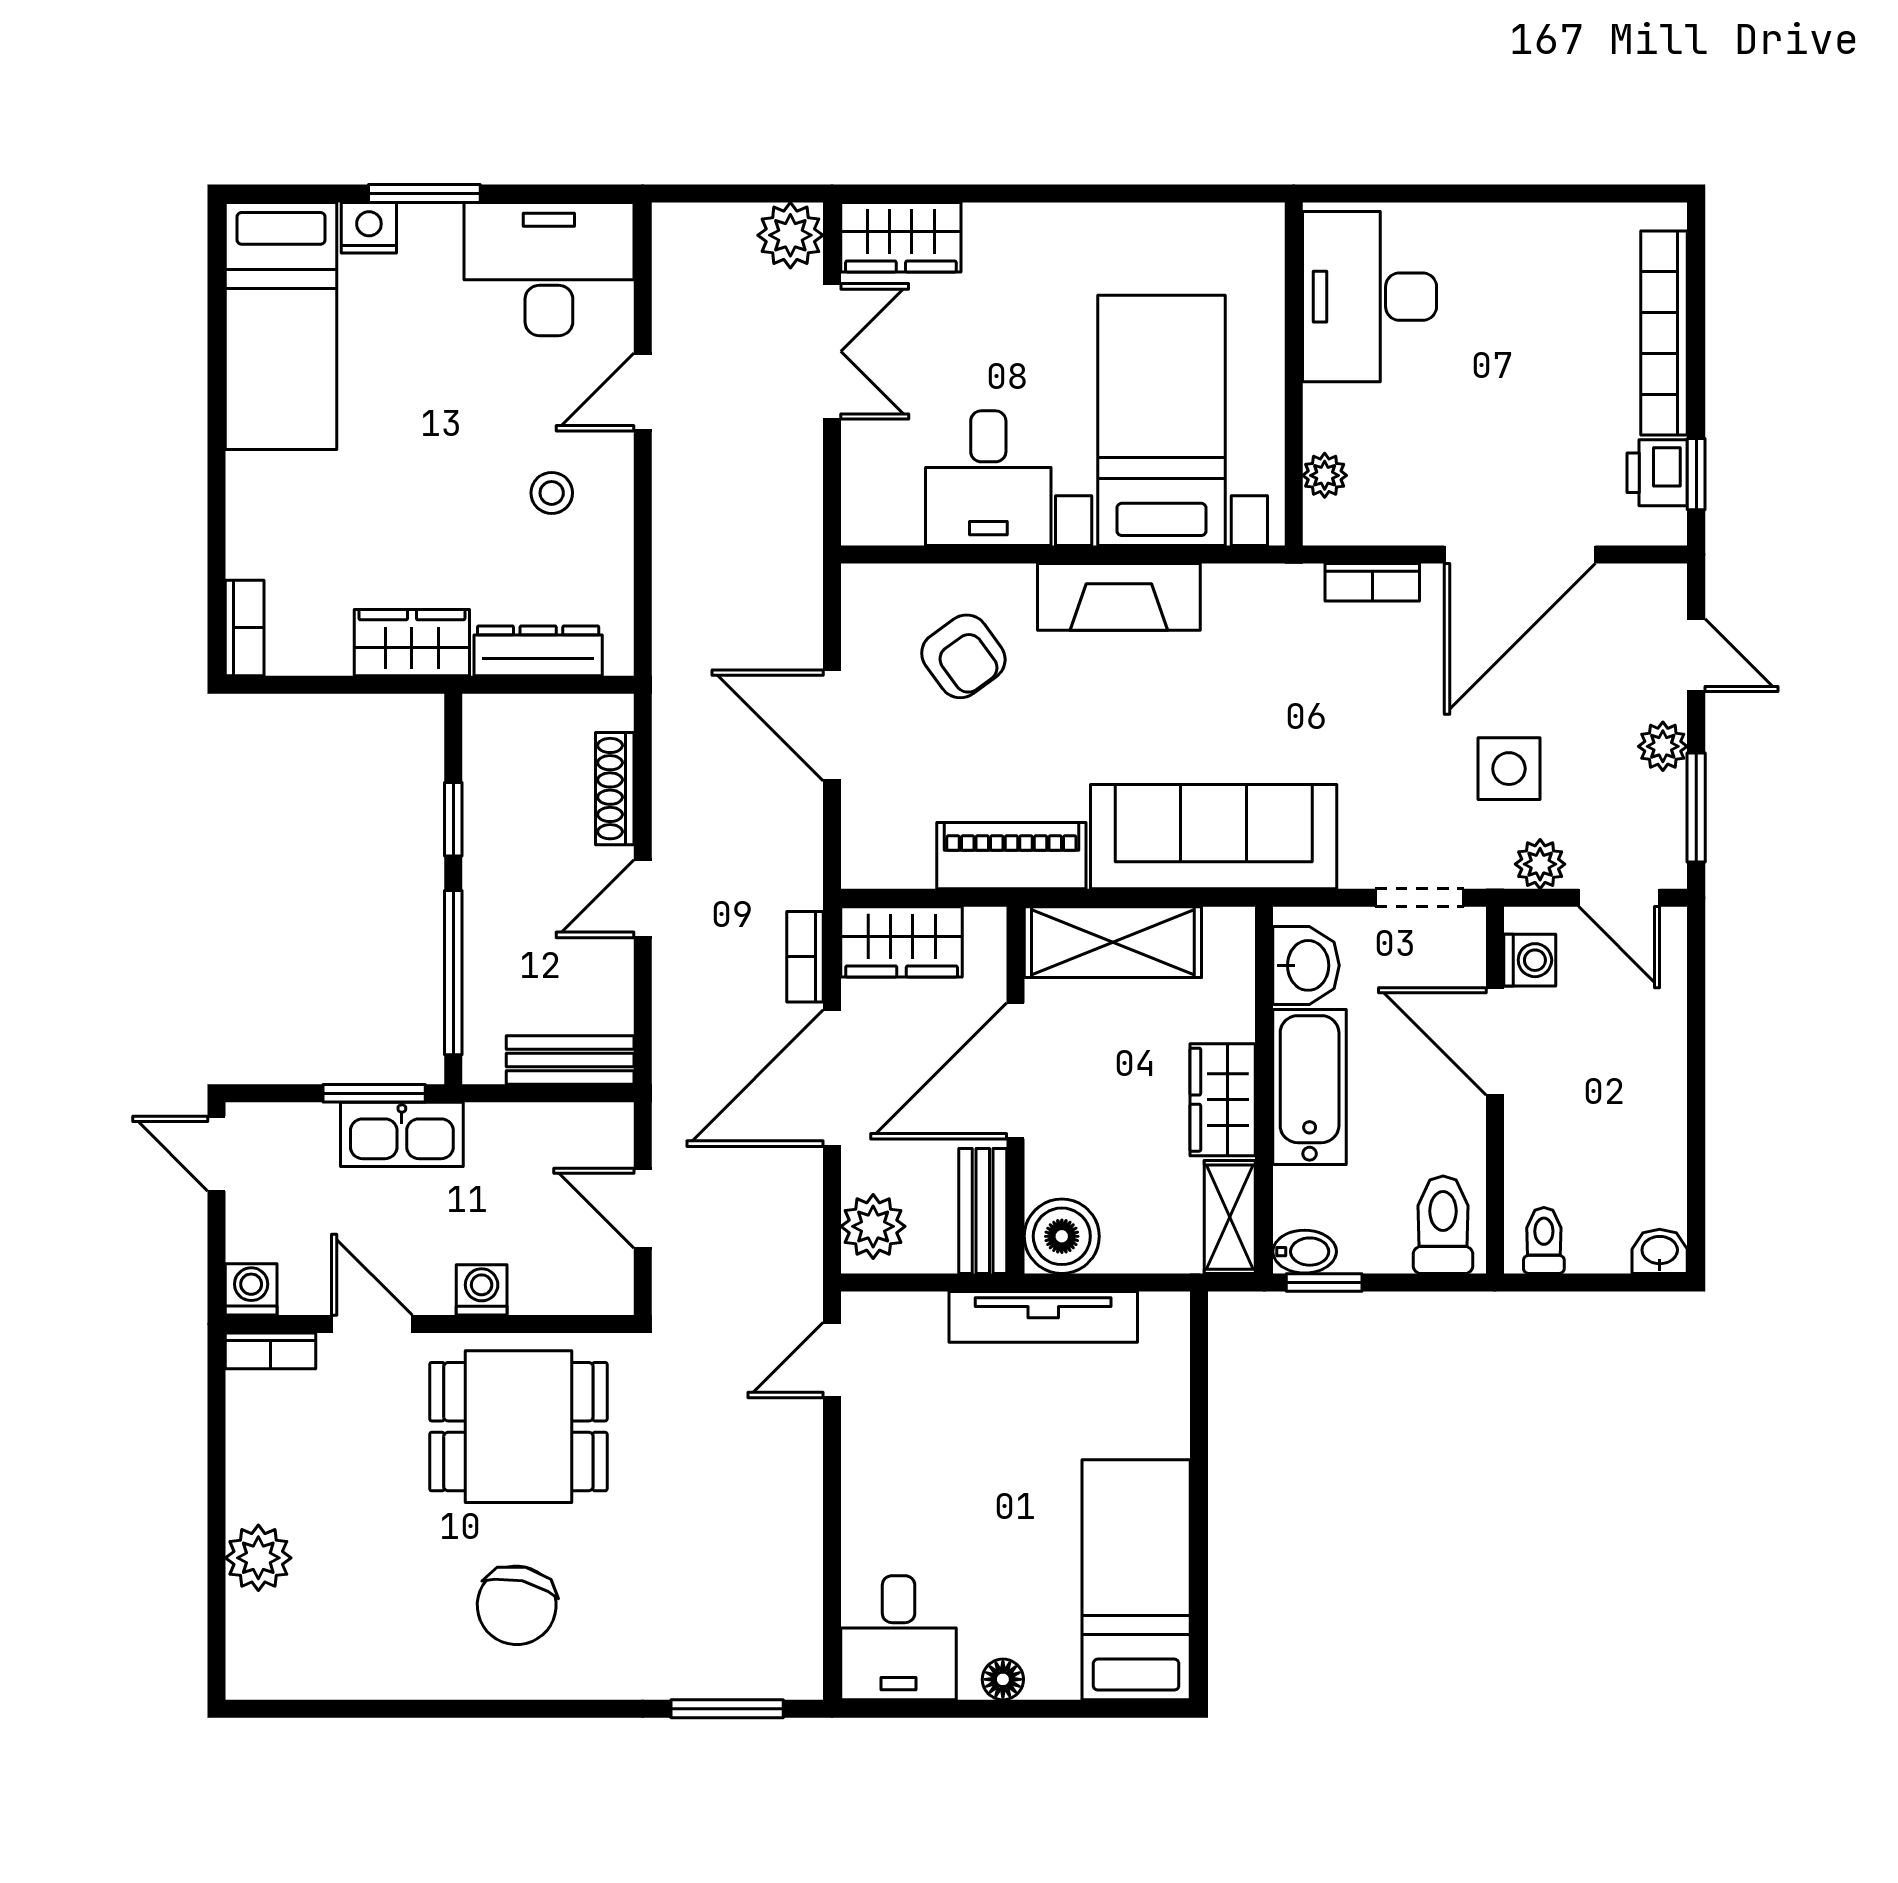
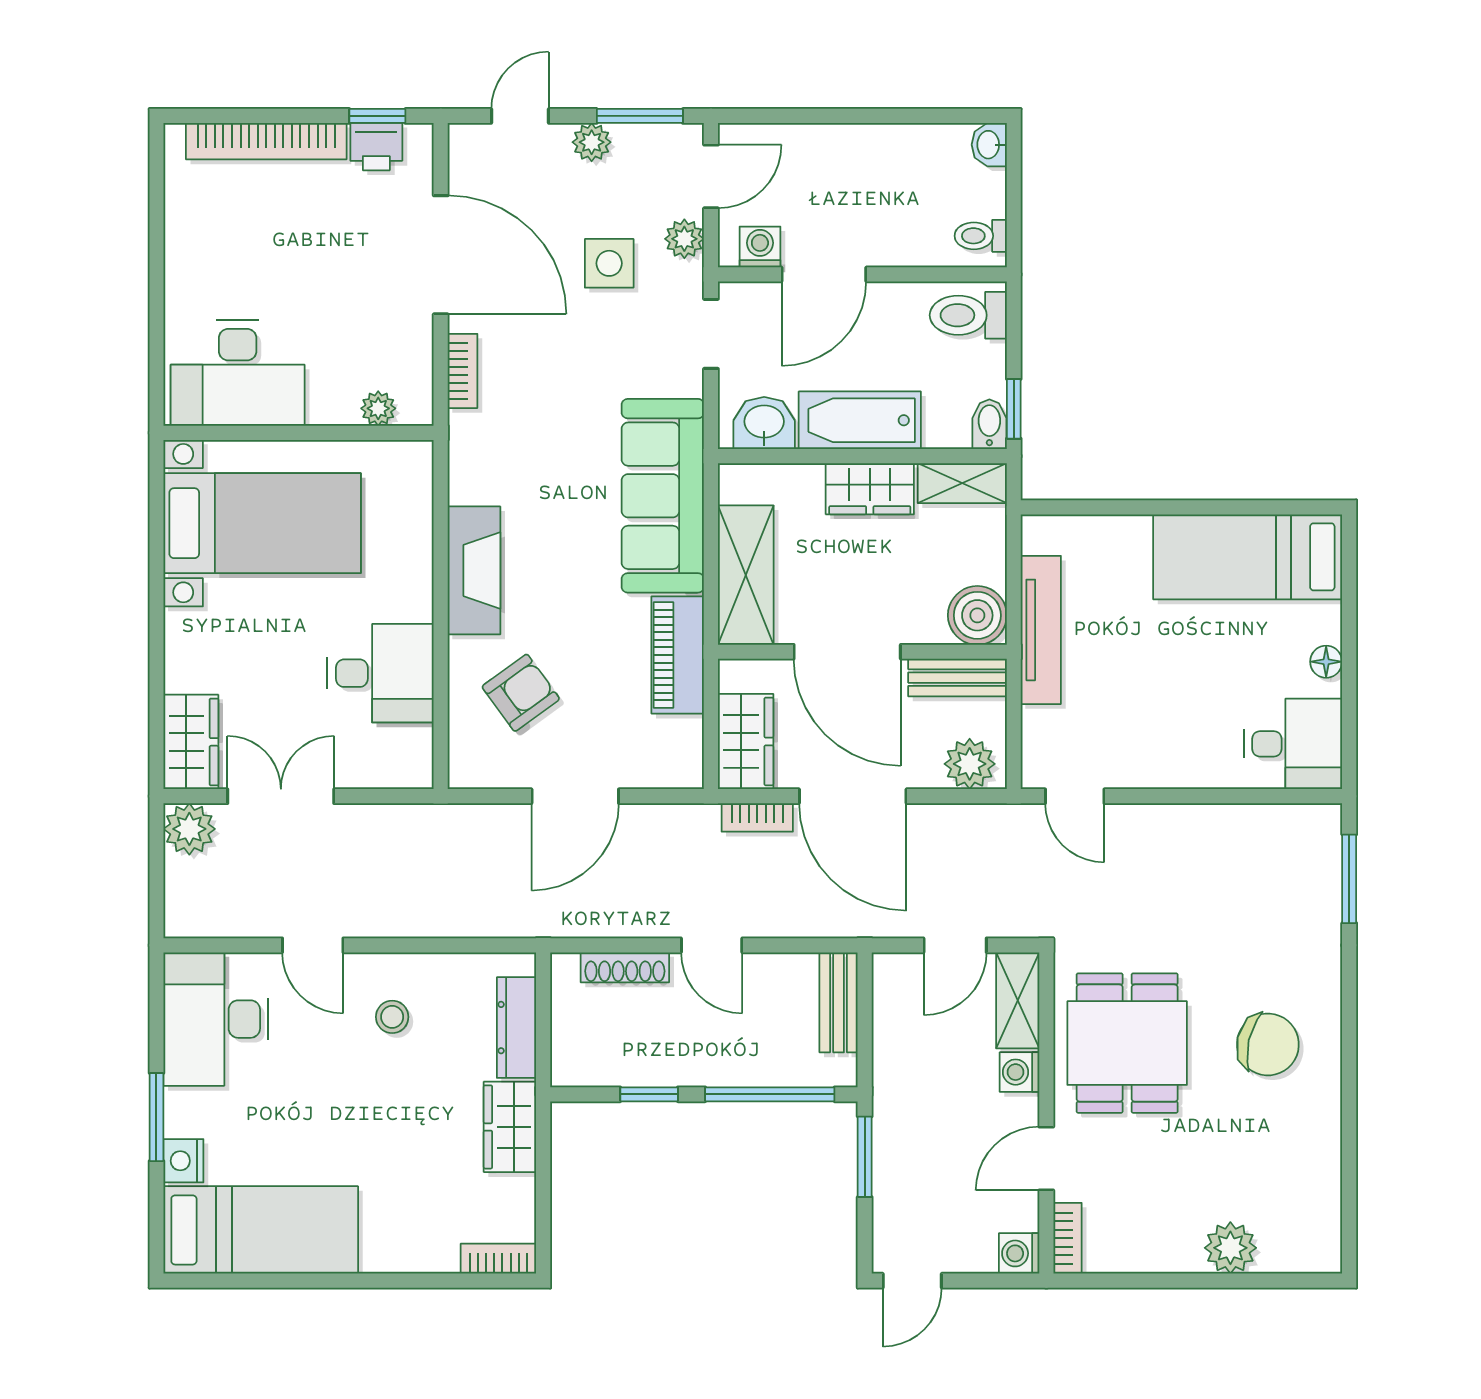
bed with nightstands: (1162, 420) -> (262, 523), moved, turned 180
kitchen sink: (402, 1134) -> (897, 1135), removed
shelving: (573, 1288) -> (1018, 1000), added

